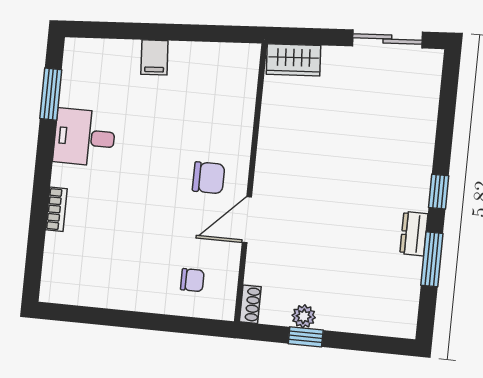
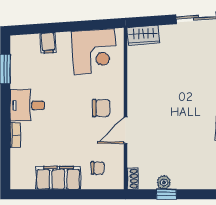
filing cabinet: (154, 57) -> (48, 43), moved
corner desk: (207, 79) -> (94, 51), added
desk: (84, 137) -> (27, 105), moved
filing cabinet: (123, 290) -> (58, 178), added

